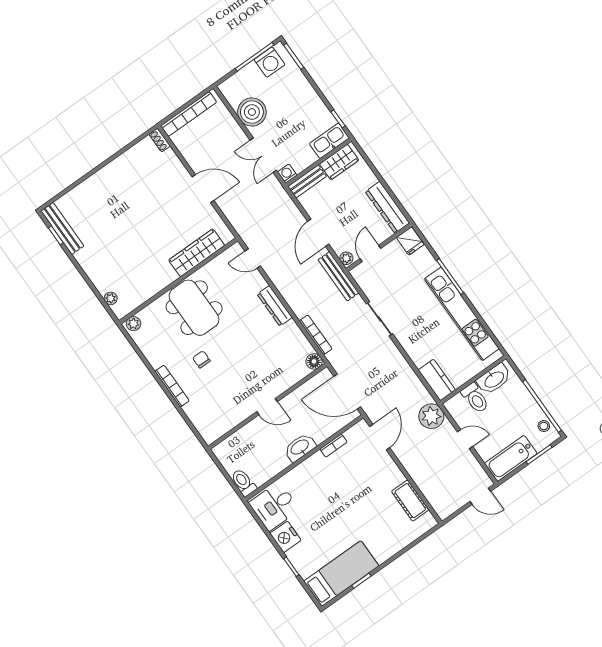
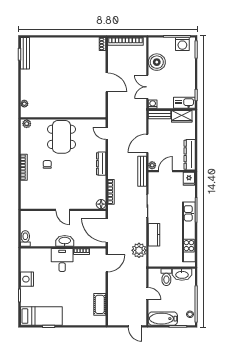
wardrobe: (197, 253) -> (82, 111), removed
kitchen counter: (437, 380) -> (154, 235), moved
plant: (431, 416) -> (139, 250), moved
desk: (274, 506) -> (62, 260), moved, turned 90

